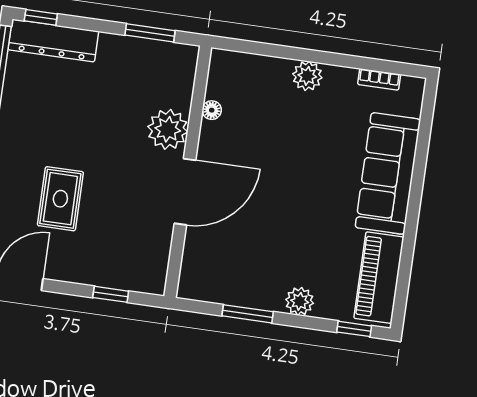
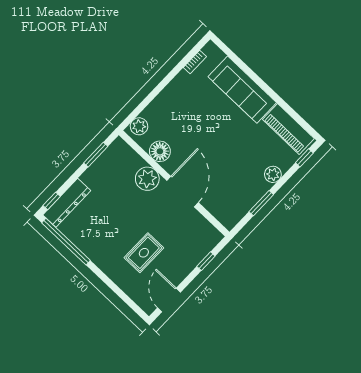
plant: (307, 76) -> (139, 126), moved
floor lamp: (212, 110) -> (160, 151), width x1.89, depth x1.89
rug: (60, 199) -> (144, 253), turned 90

